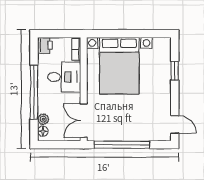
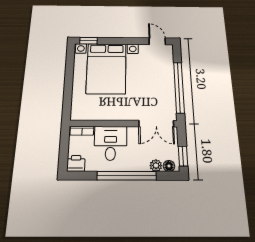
bed with nightstands: (119, 66) -> (106, 68), moved, turned 90
window: (175, 71) -> (89, 41), moved
door: (175, 124) -> (157, 41), hinge flipped
window: (52, 145) -> (183, 156), added

